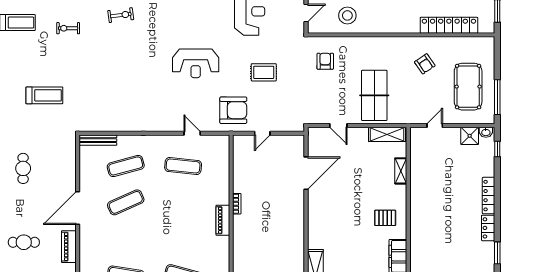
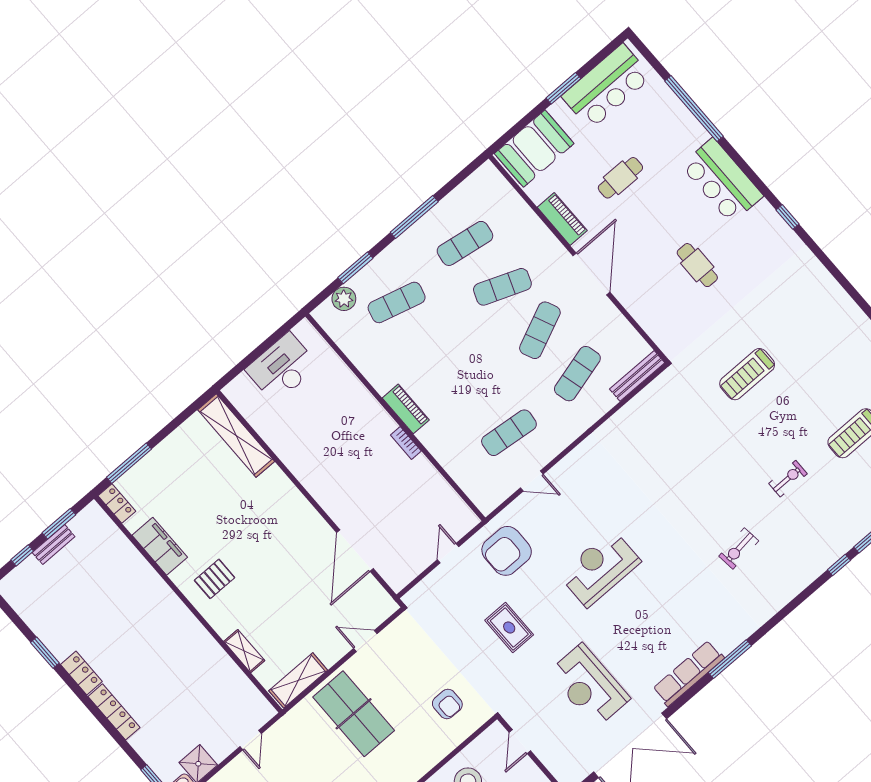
rug: (264, 72) -> (509, 627), turned 90
exercise mat: (126, 239) -> (502, 287), added

